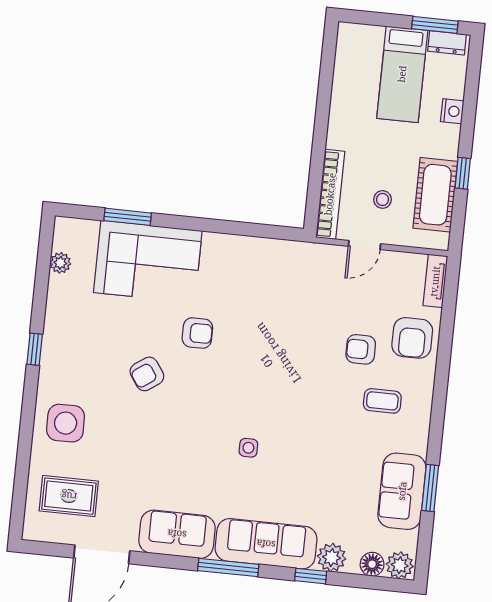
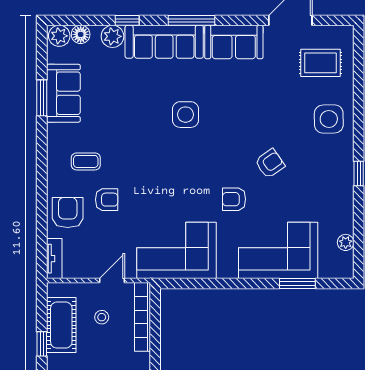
corner sofa: (278, 275) -> (176, 250), added
side table: (248, 448) -> (186, 115), width x1.87, depth x1.87

